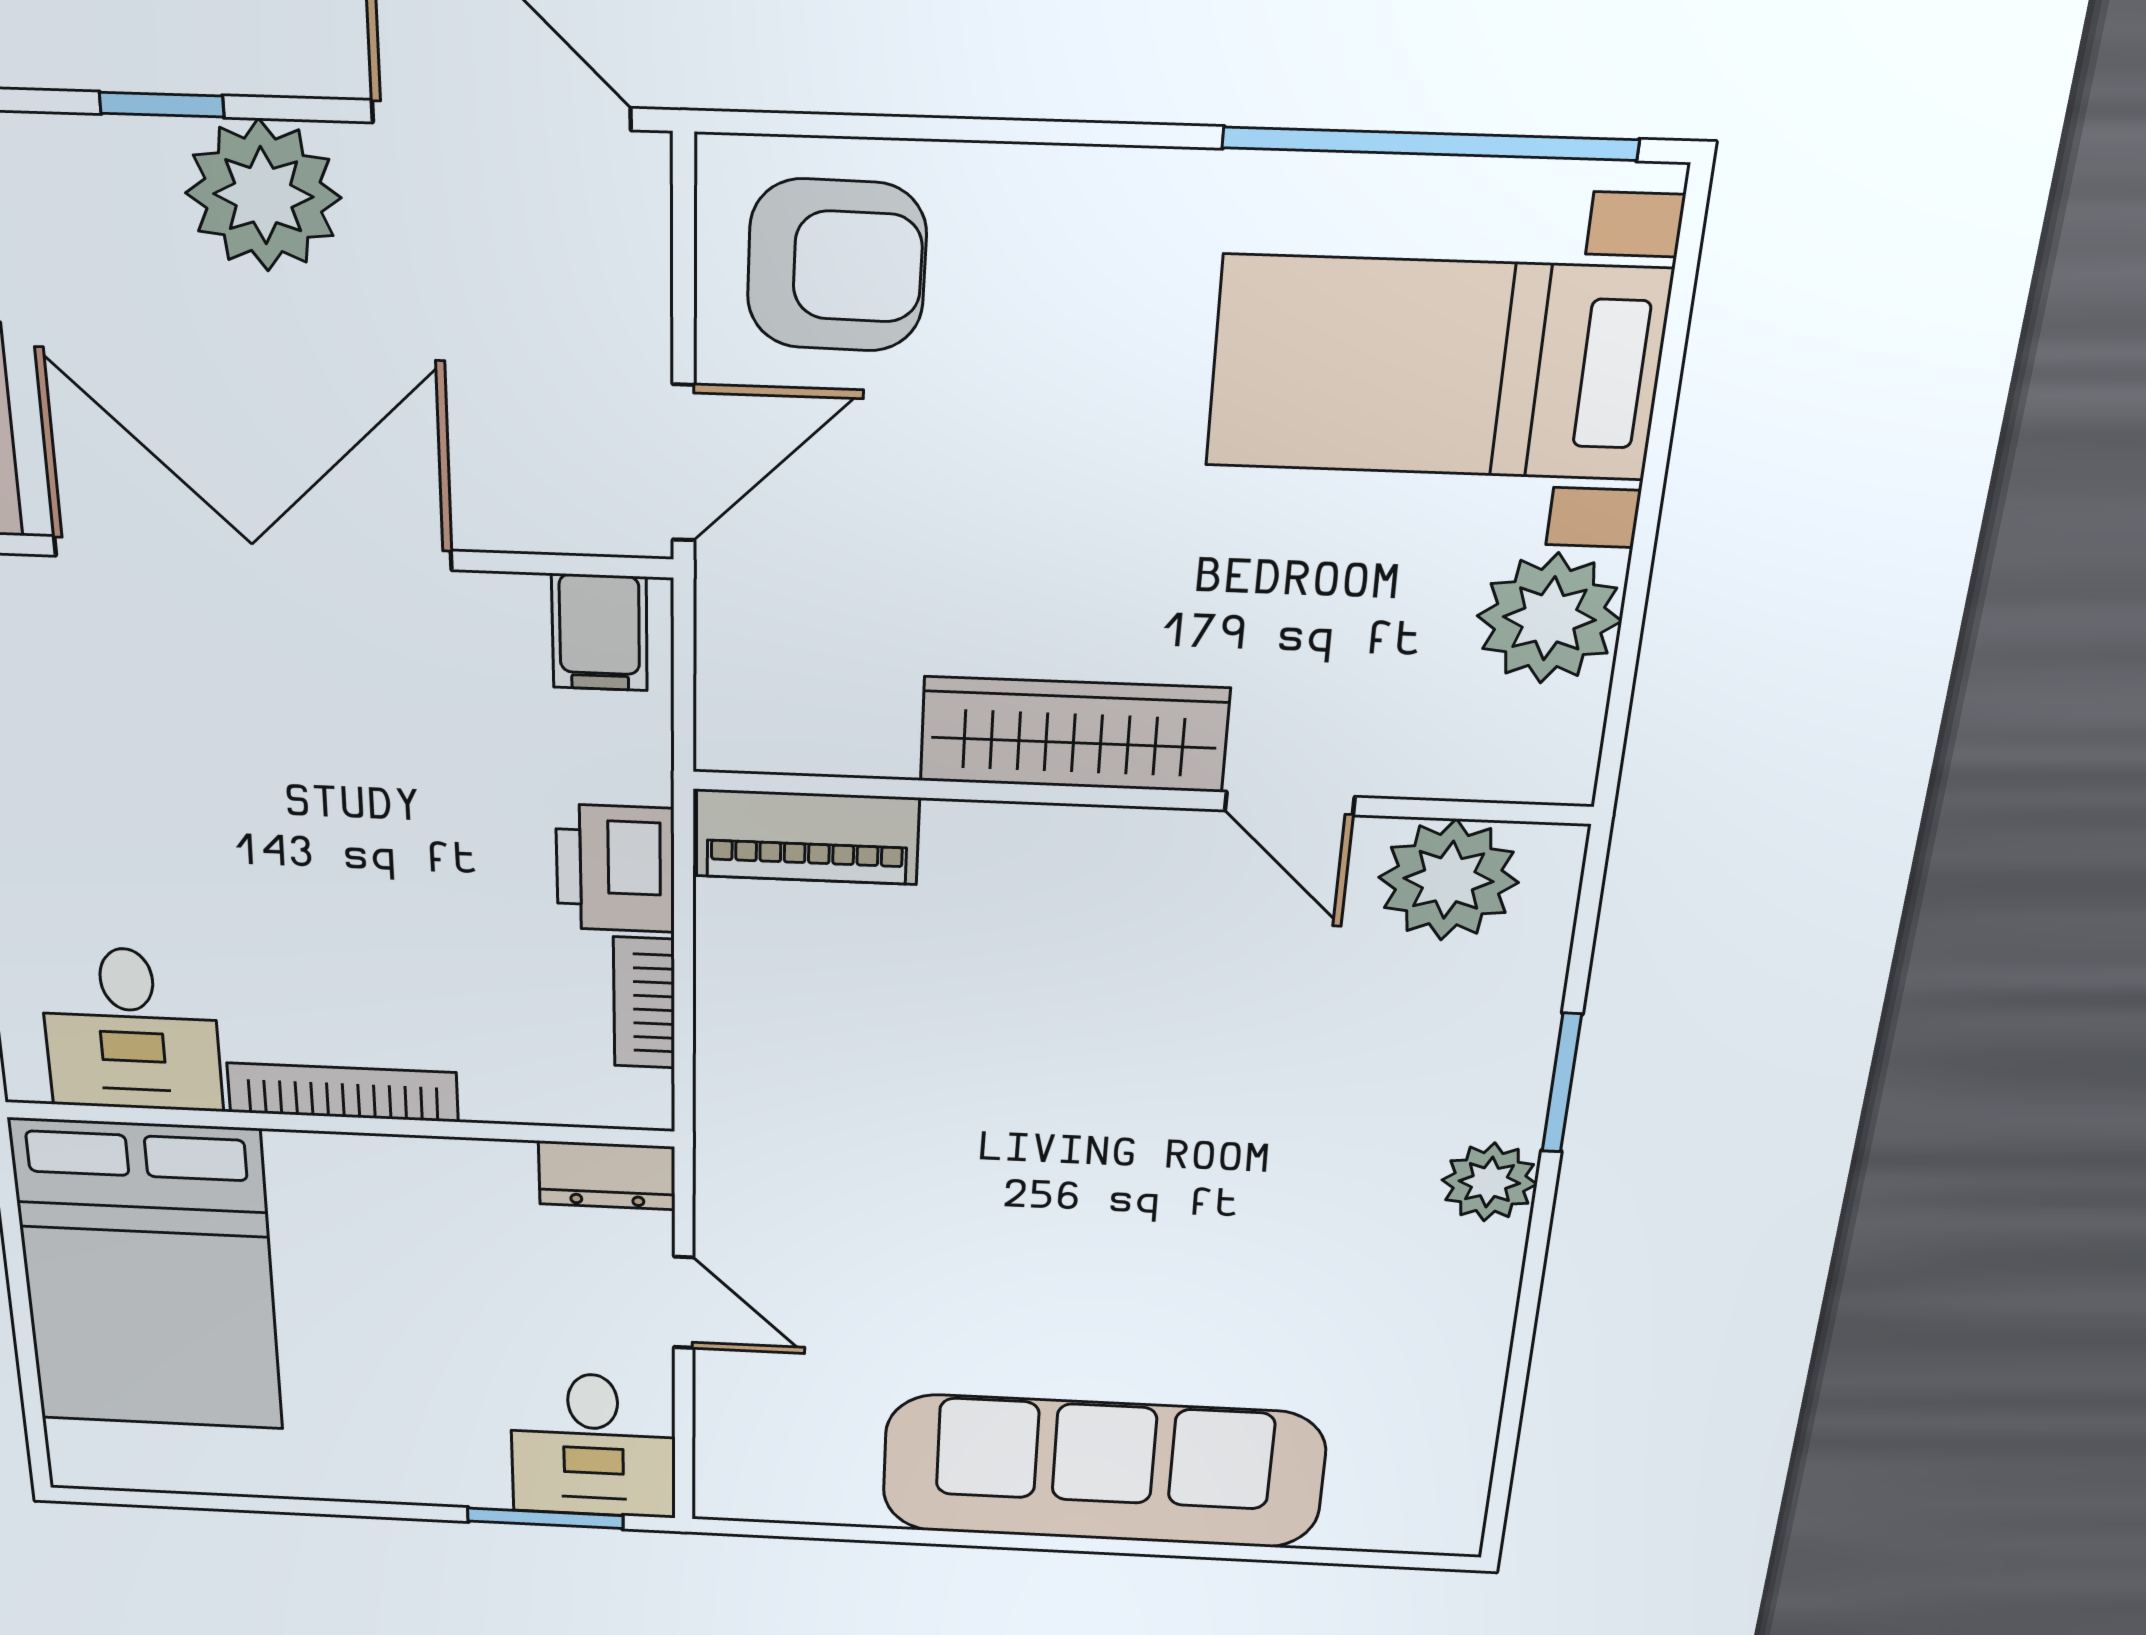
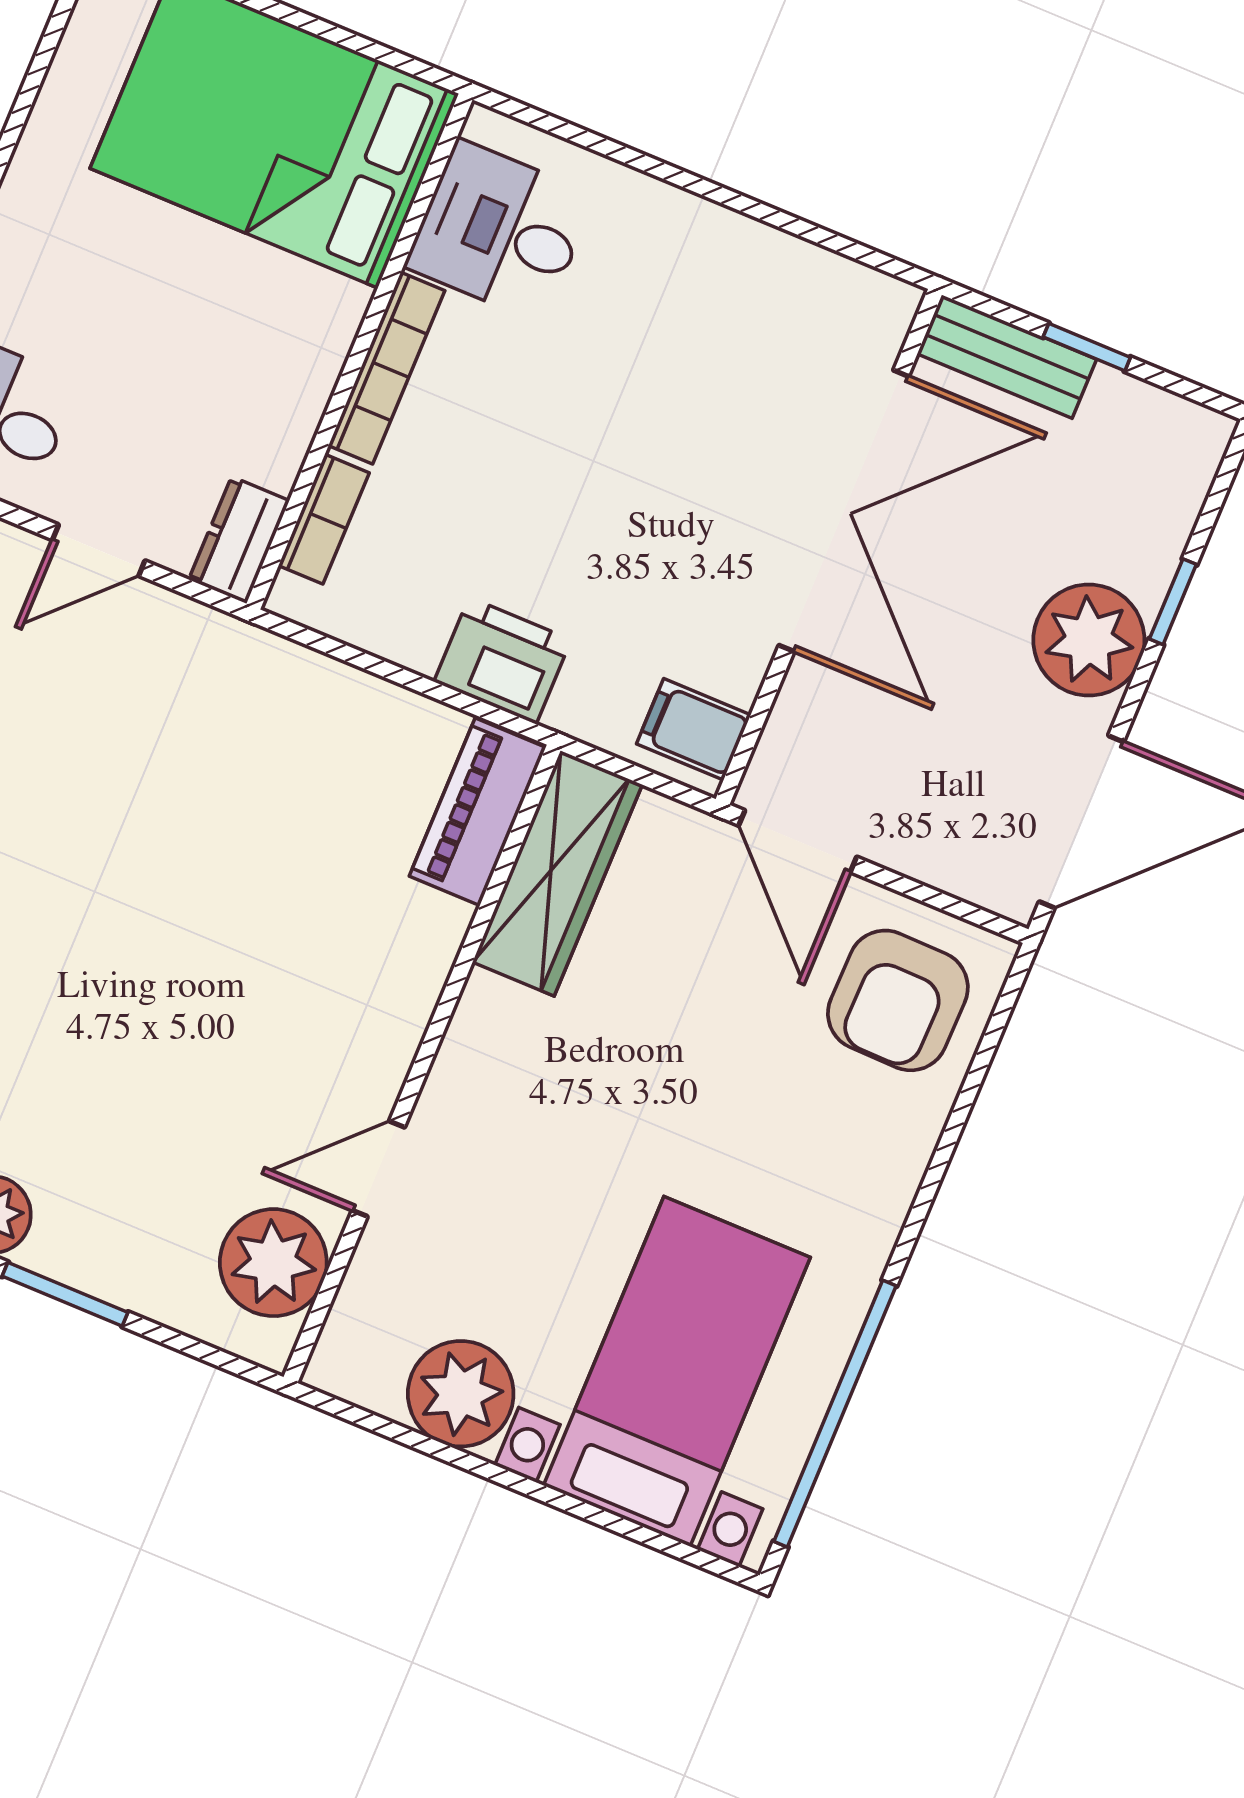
wardrobe: (1074, 735) -> (557, 873), moved
bookcase: (644, 1003) -> (324, 519), moved, turned 90

